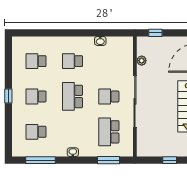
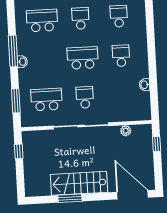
school desk: (36, 132) -> (42, 21), width x1.85
window: (41, 160) -> (13, 51), moved
window: (170, 160) -> (19, 151), moved

